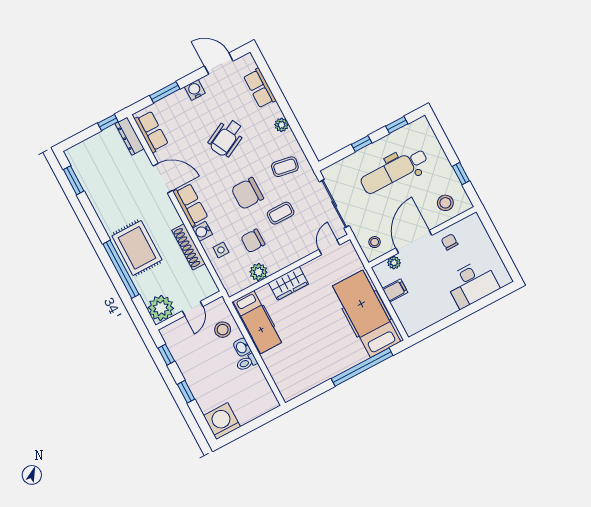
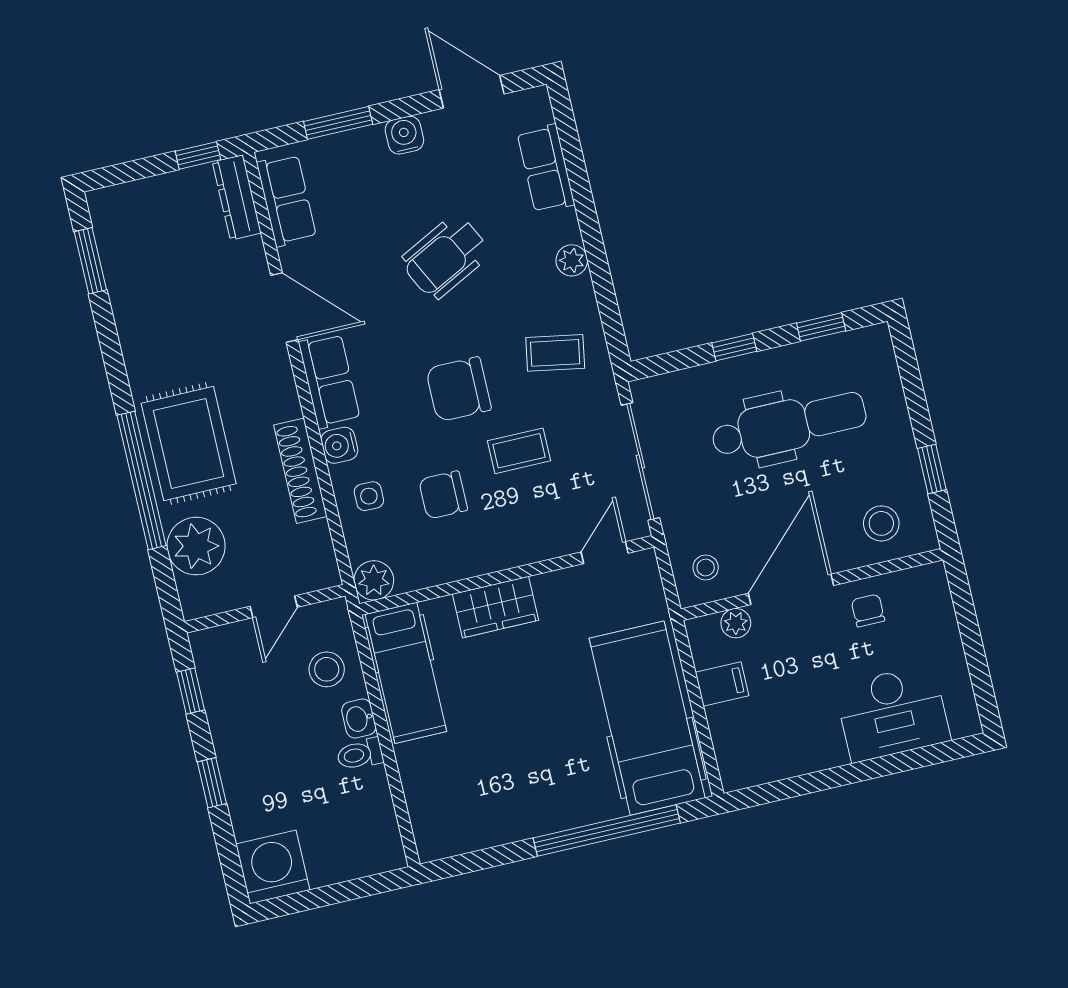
dental chair: (394, 171) -> (789, 425), turned 180
plant: (259, 272) -> (374, 580), moved
plant: (161, 308) -> (196, 546), moved

